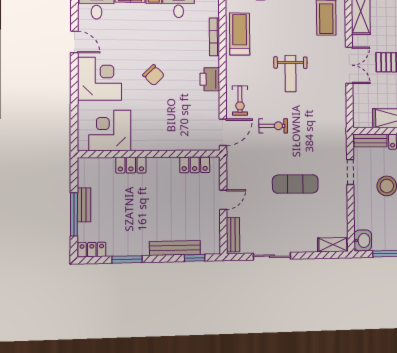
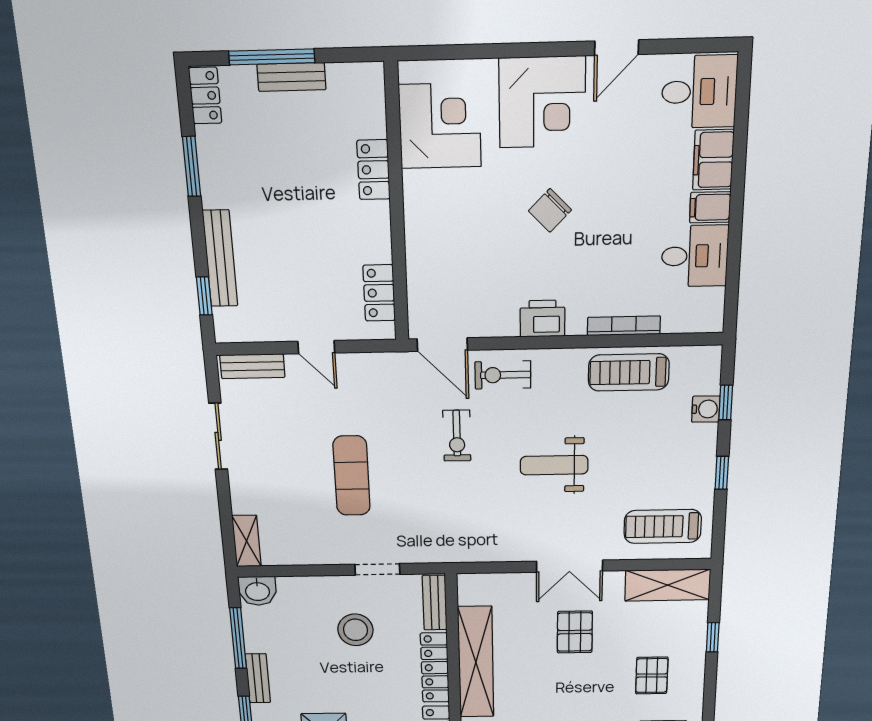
treadmill: (240, 34) -> (629, 372), turned 180

